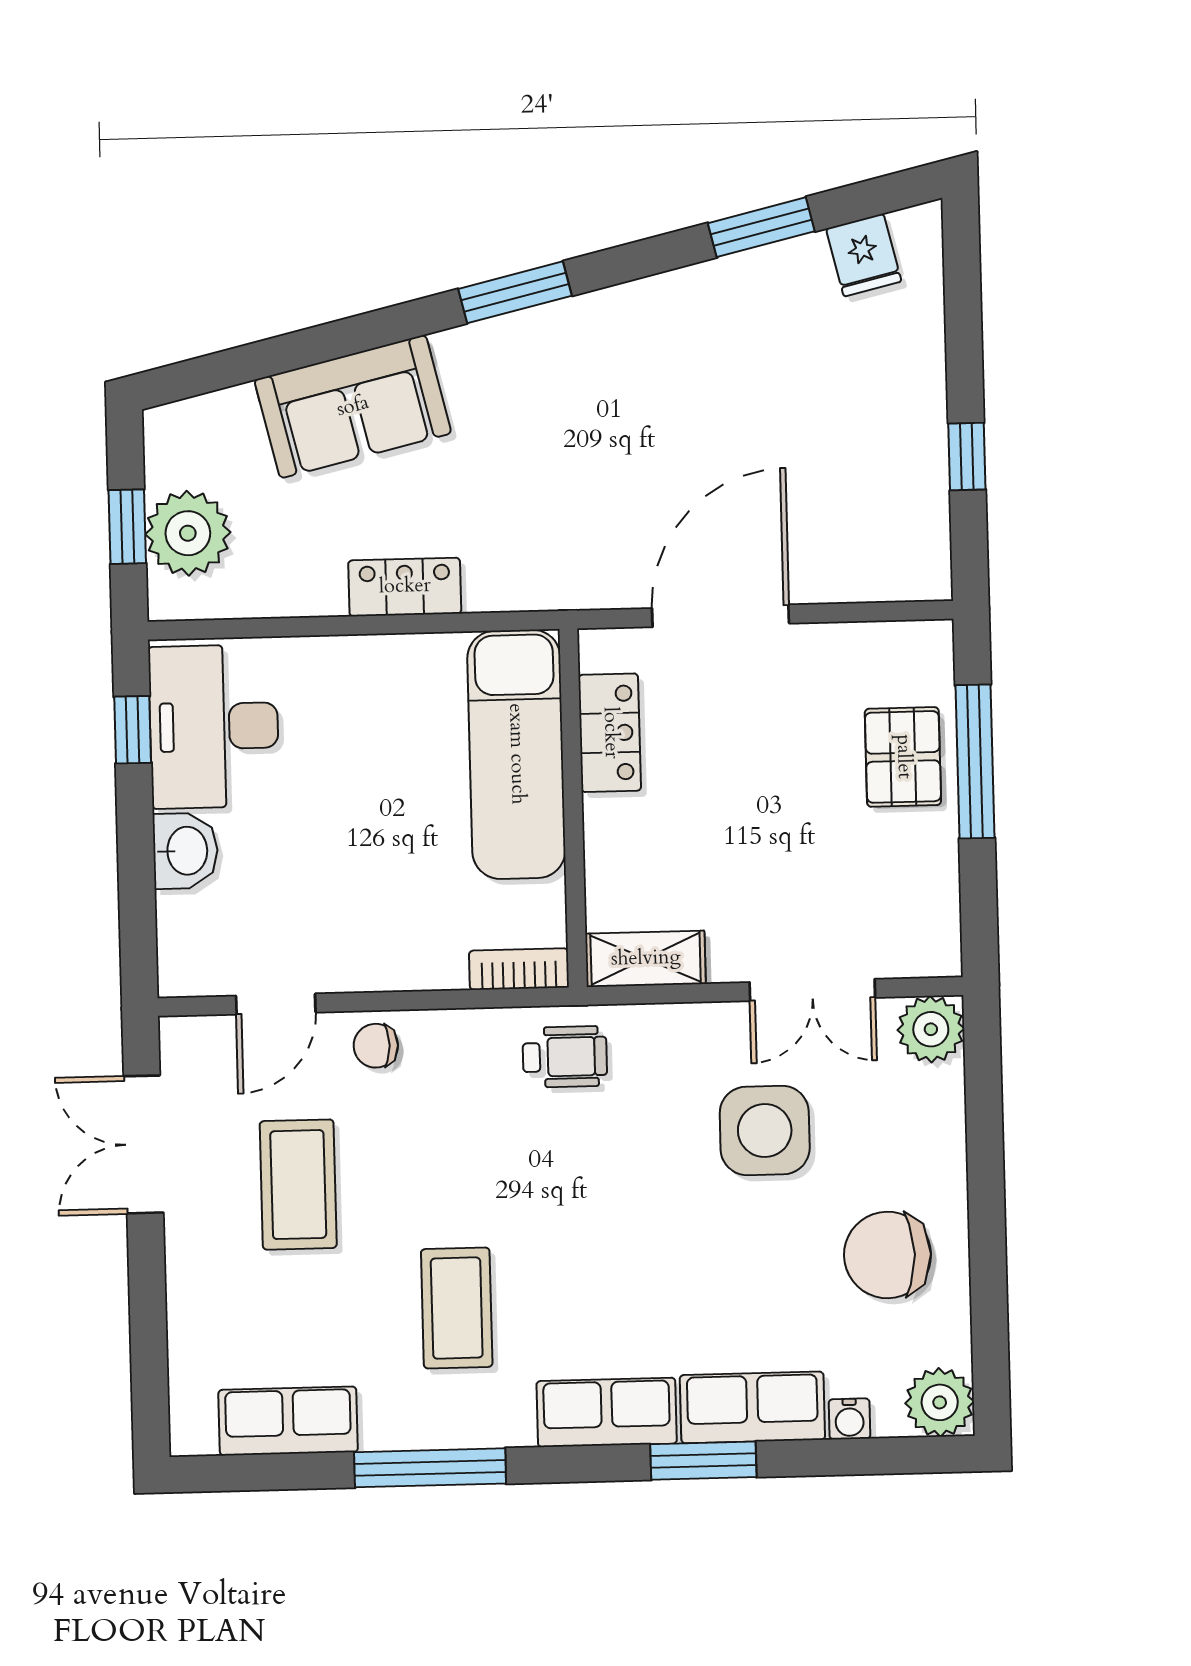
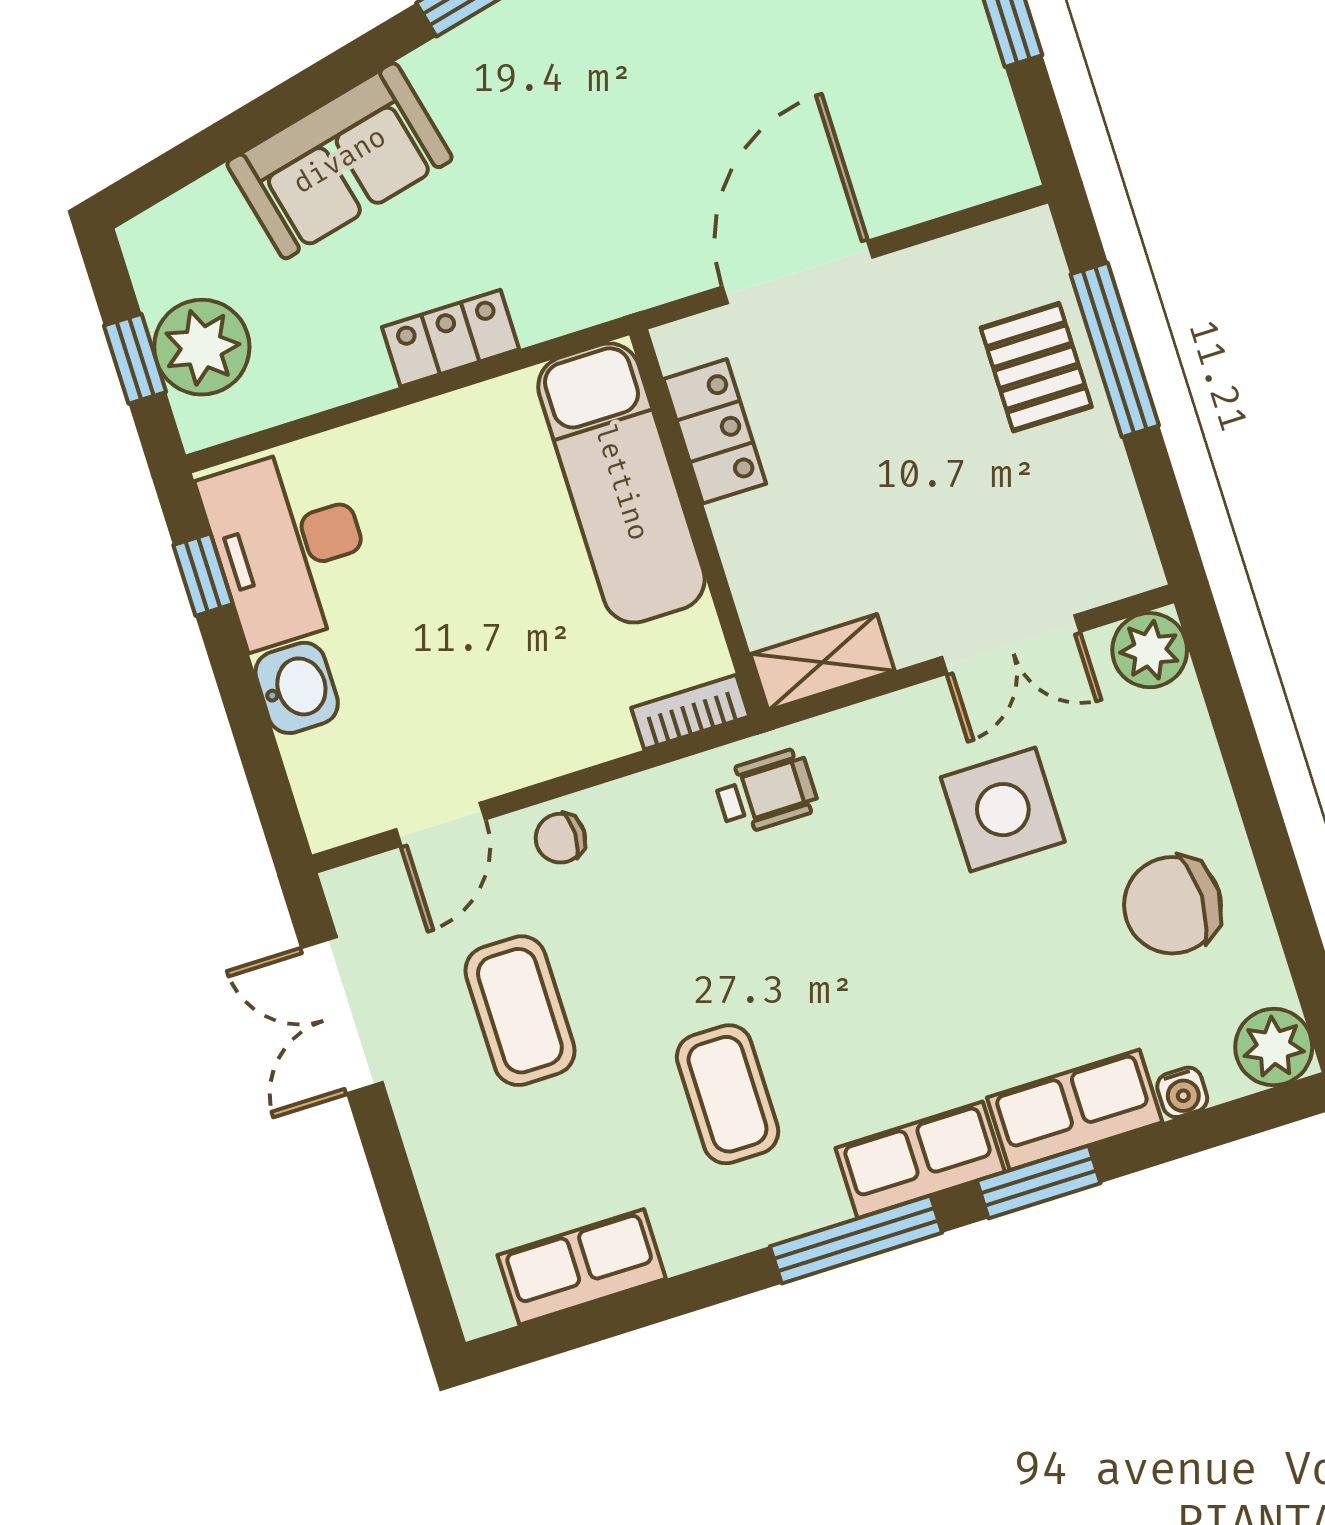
window: (430, 1468) -> (856, 1239), moved

